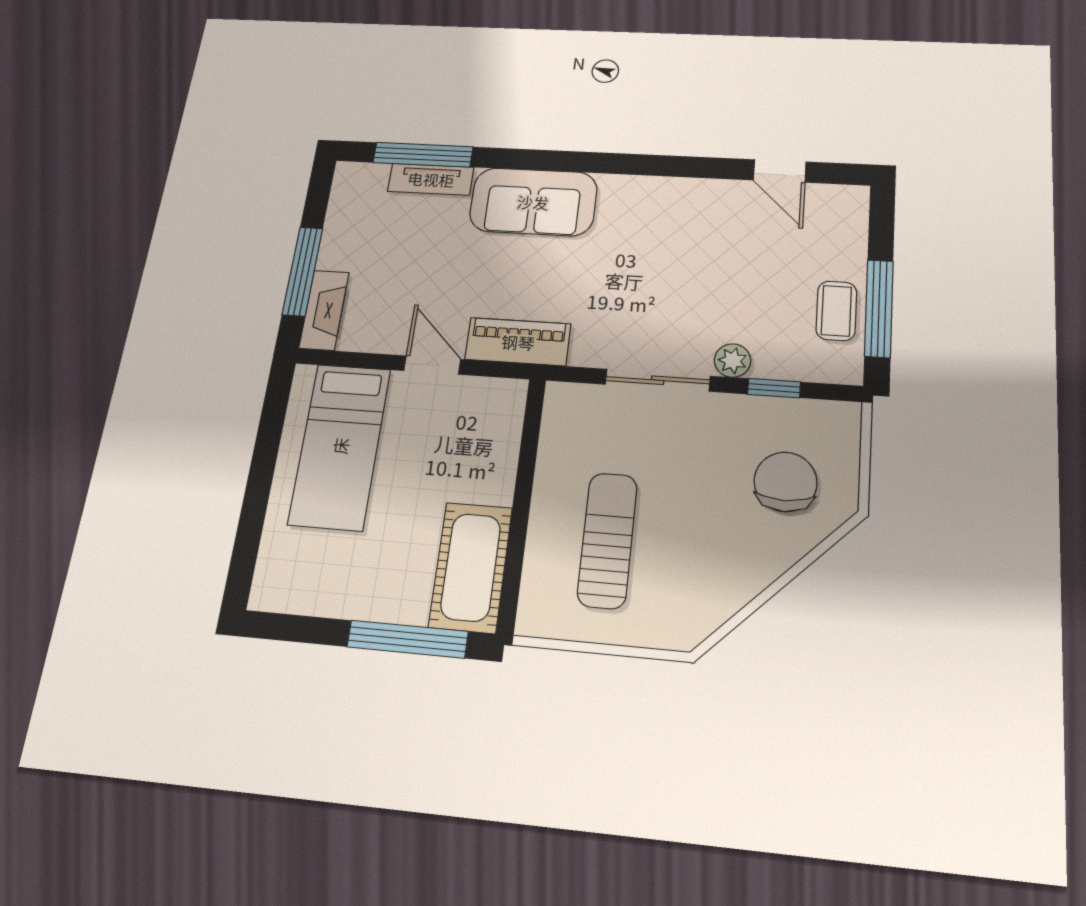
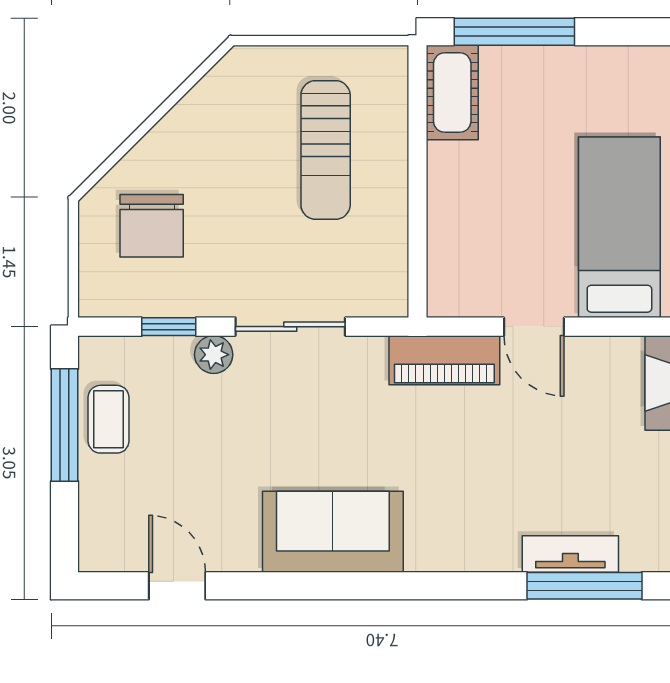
sofa: (533, 202) -> (333, 532), moved
cot: (471, 567) -> (452, 93), width x0.73, depth x0.75

